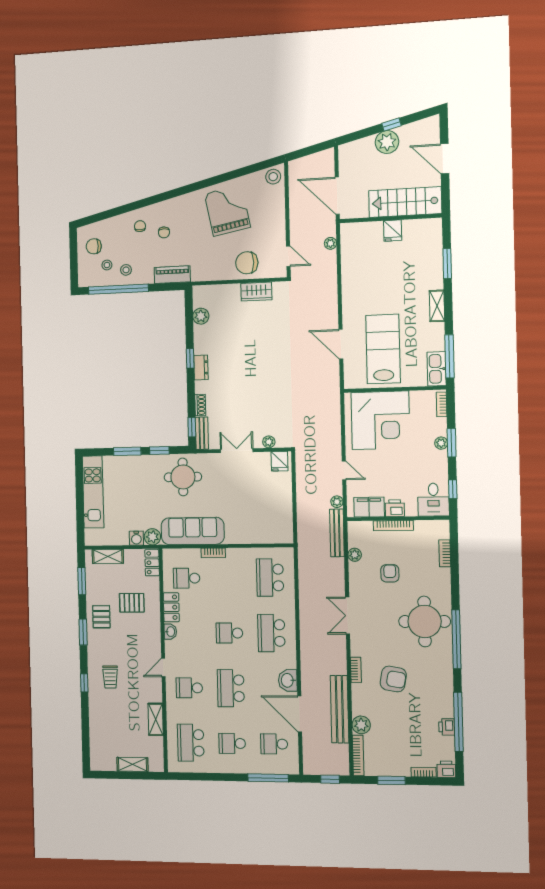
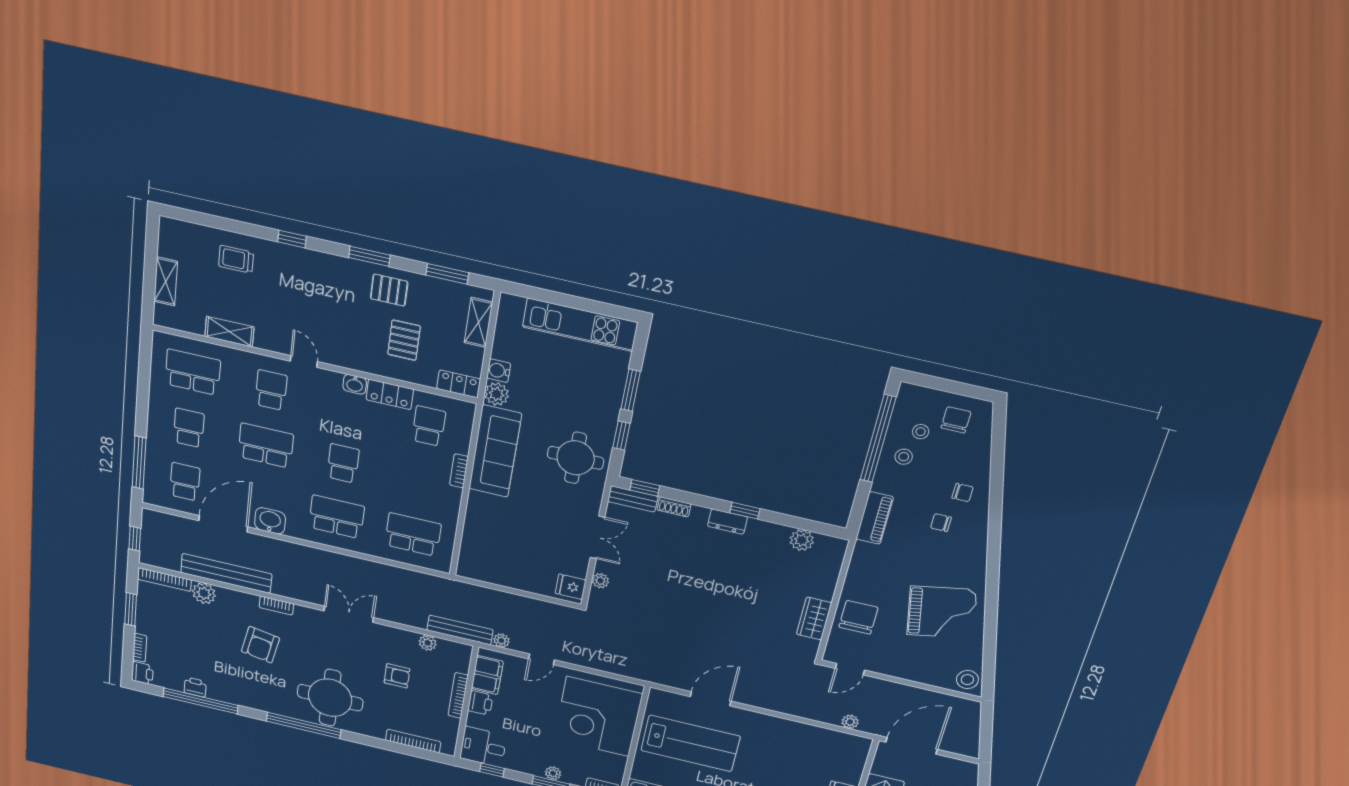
bookcase: (445, 553) -> (413, 741), width x1.56
trolley: (110, 677) -> (236, 259), moved

